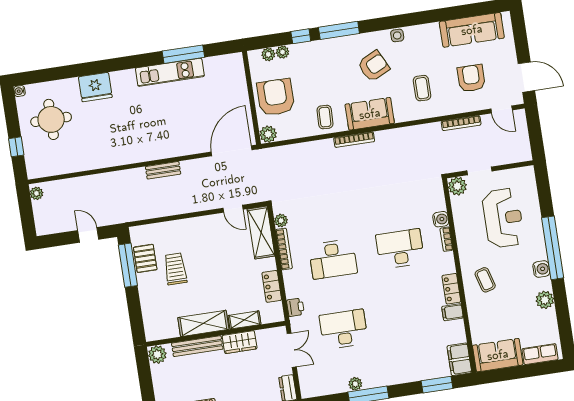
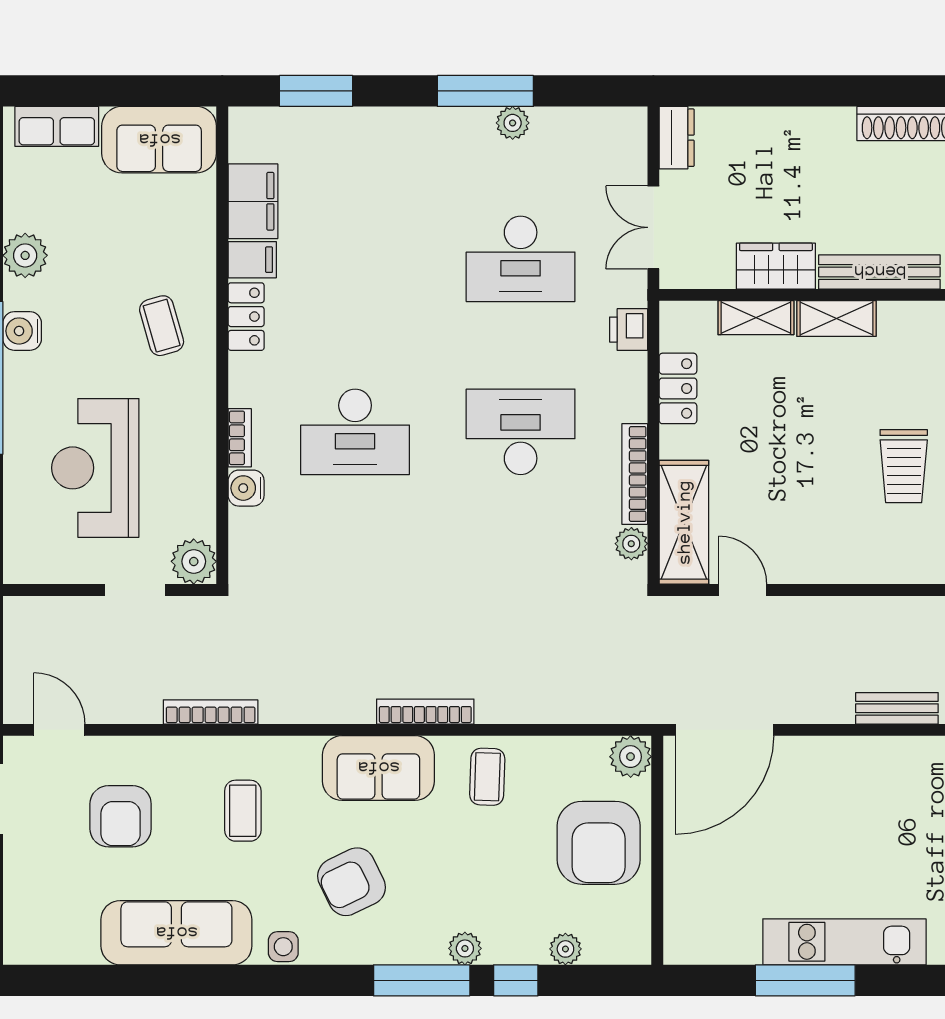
sofa: (472, 30) -> (176, 933), moved
plant: (268, 54) -> (465, 948), moved
bookcase: (461, 123) -> (211, 712), moved
shelving: (203, 323) -> (836, 319), width x0.67, depth x0.75
filing cabinet: (459, 359) -> (253, 201), moved

